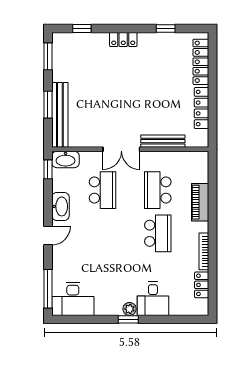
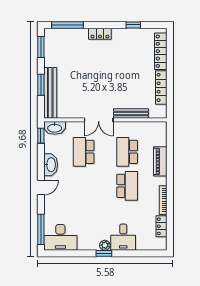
window: (82, 28) -> (68, 25), width x2.17
school desk: (103, 190) -> (84, 152), turned 180

